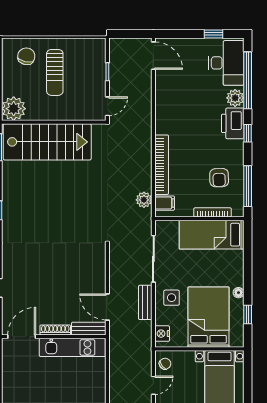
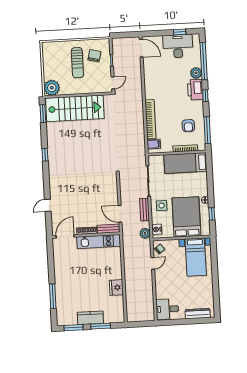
chair: (26, 56) -> (94, 56), moved
desk: (226, 63) -> (178, 46), moved, turned -90
plant: (144, 200) -> (145, 233), moved

